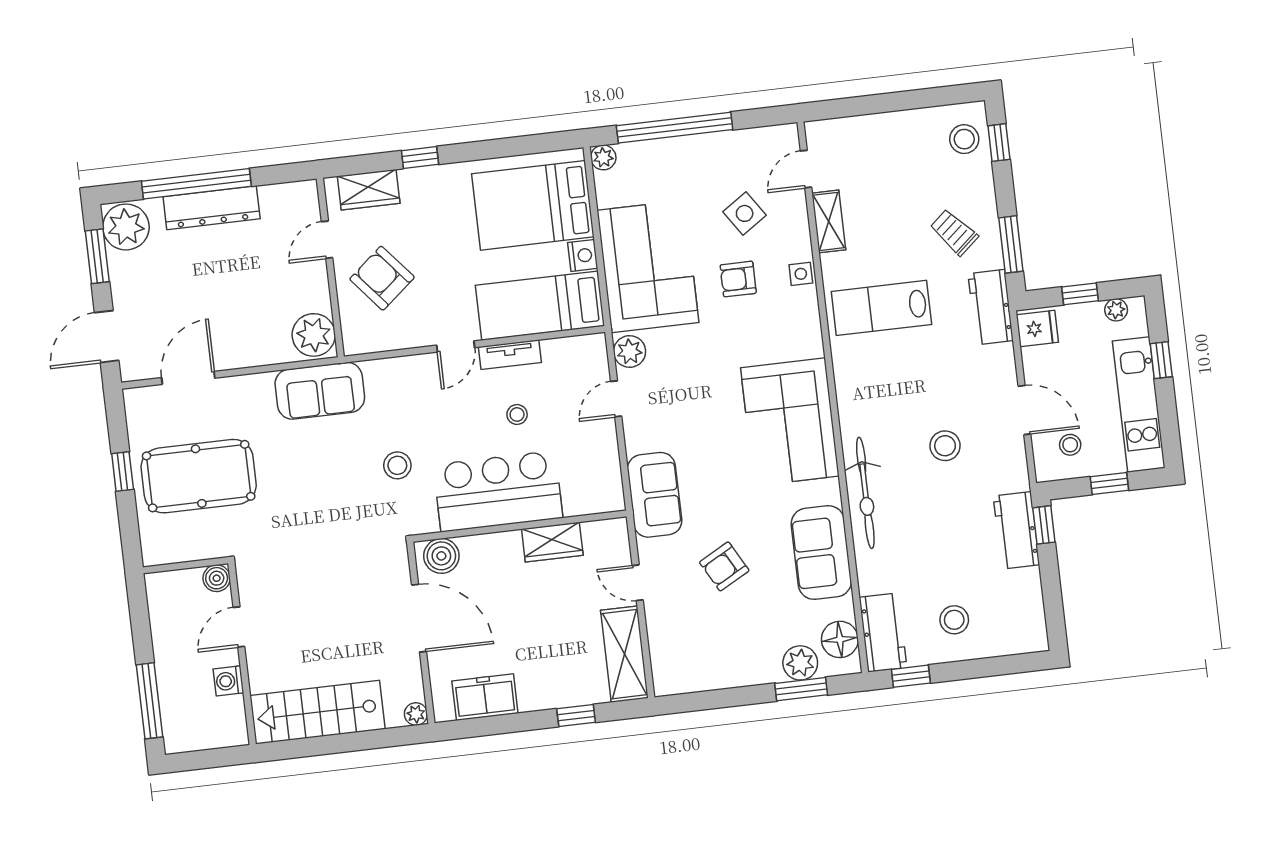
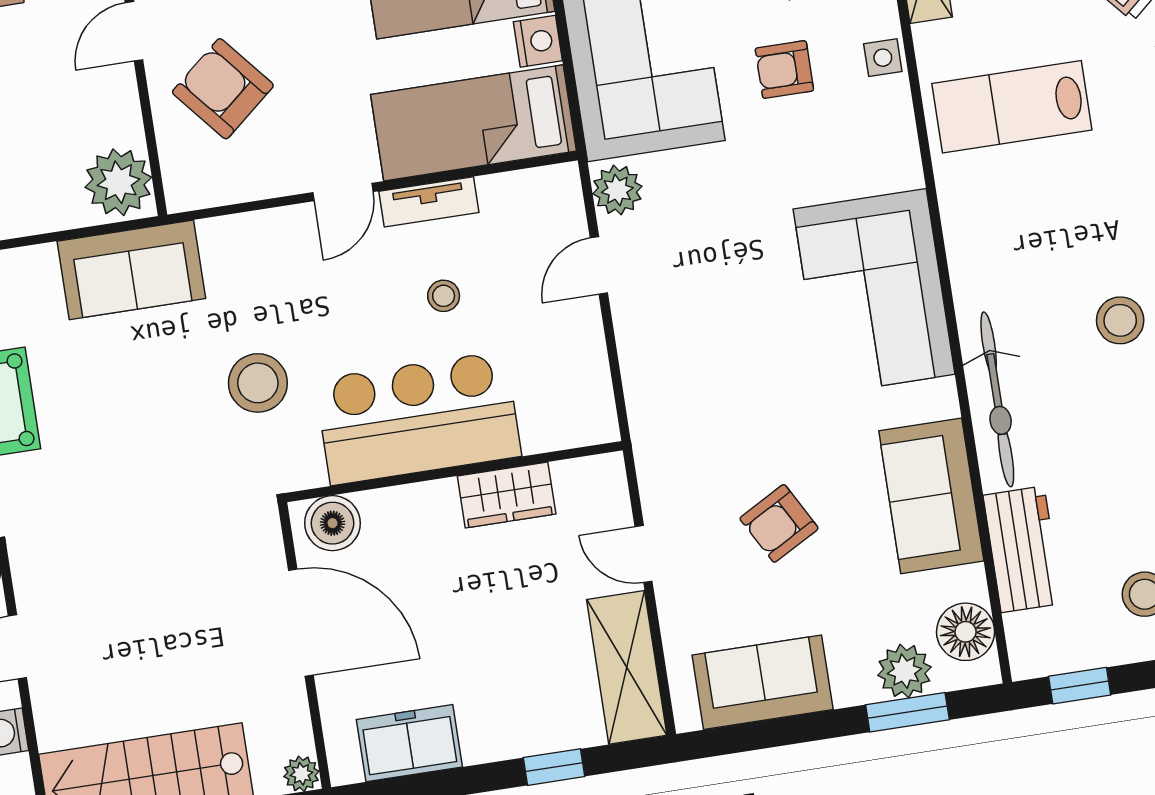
stool: (397, 465) -> (258, 383), width x1.38, depth x1.38
sofa: (655, 495) -> (763, 682), moved, turned -90
workbench: (883, 632) -> (1023, 549), moved

